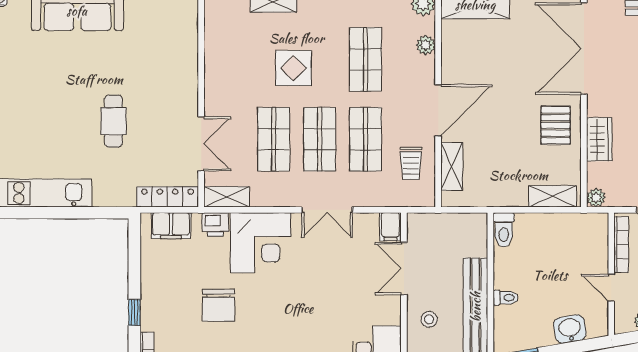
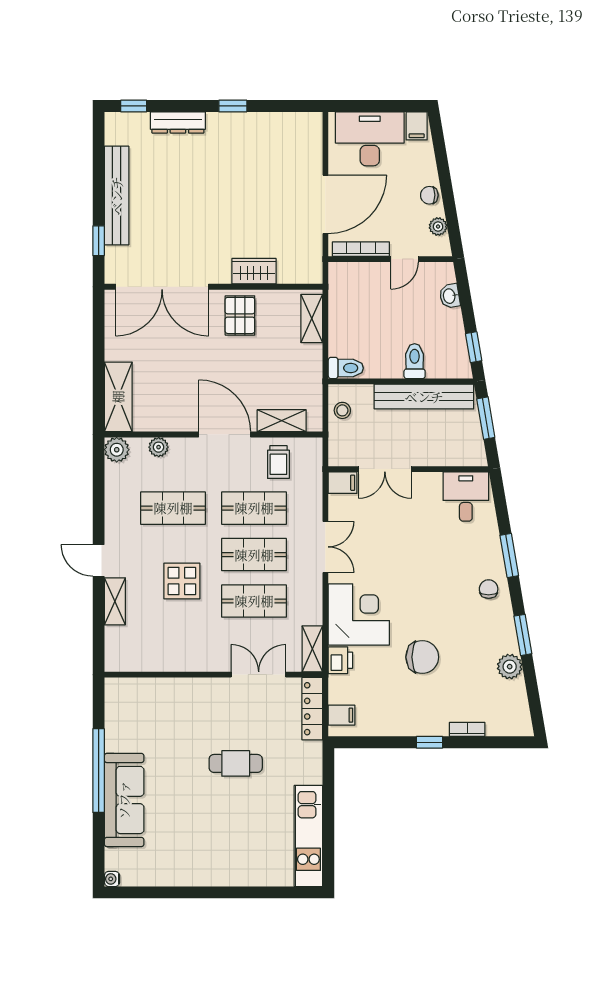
pallet: (556, 125) -> (240, 315), turned 90
trolley: (411, 163) -> (278, 462), turned 90
plant: (596, 198) -> (313, 274), removed
filing cabinet: (171, 226) -> (342, 715), width x0.50
toilet: (506, 298) -> (415, 361), width x1.37, depth x1.39
stool: (429, 319) -> (342, 410), moved
washbasin: (570, 329) -> (450, 296), width x0.72, depth x0.69

